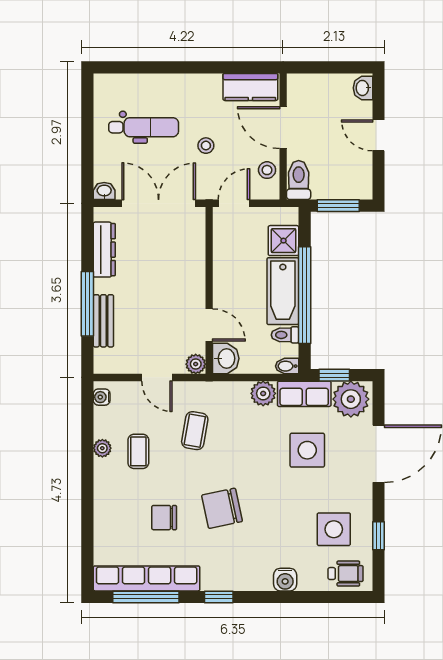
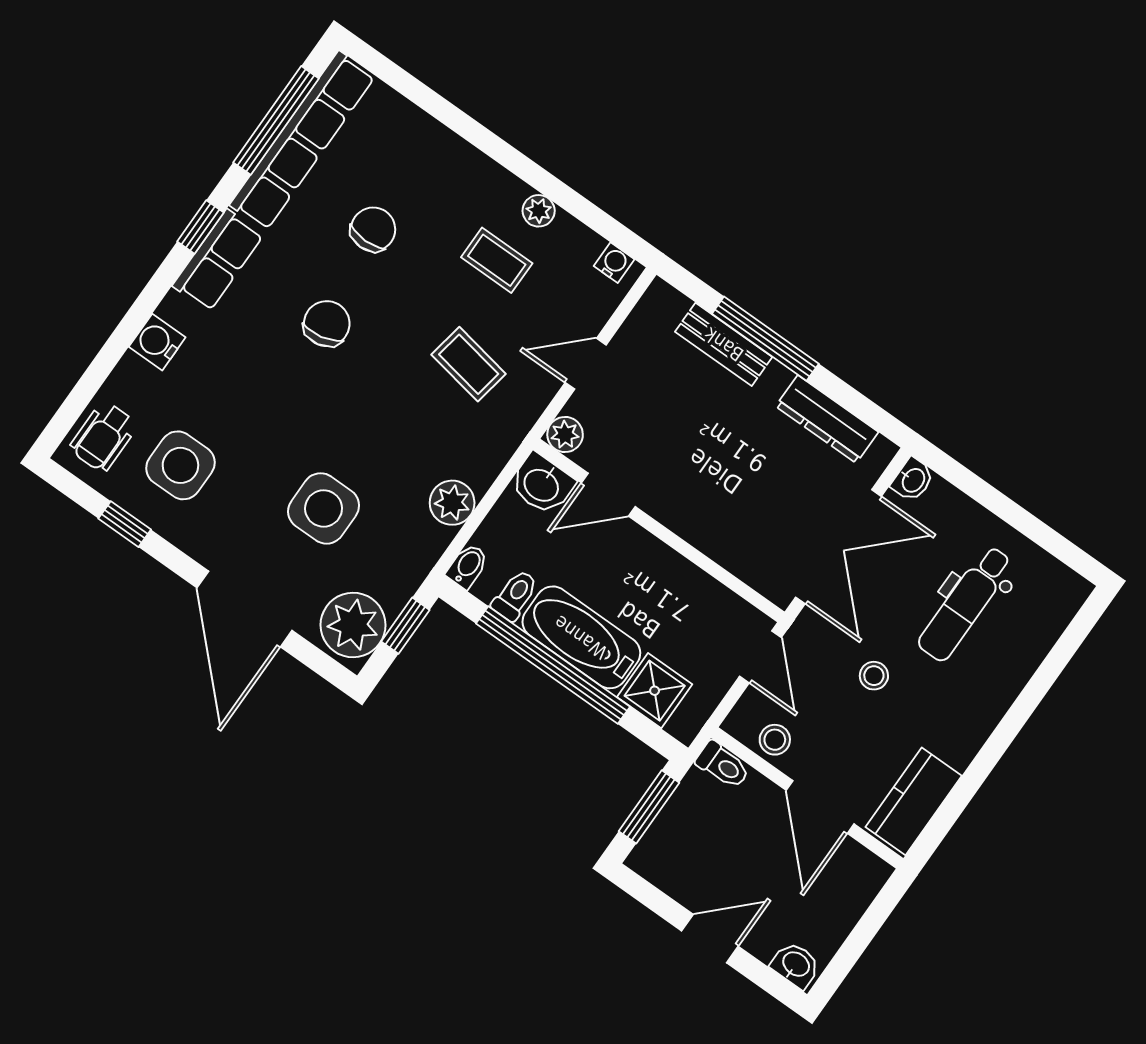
door: (283, 128) -> (820, 807), swing flipped
toilet: (299, 180) -> (723, 765), width x0.73, depth x0.72
row of seats: (304, 394) -> (218, 260), moved, turned 180
chair: (222, 508) -> (327, 324), width x0.73, depth x0.73

